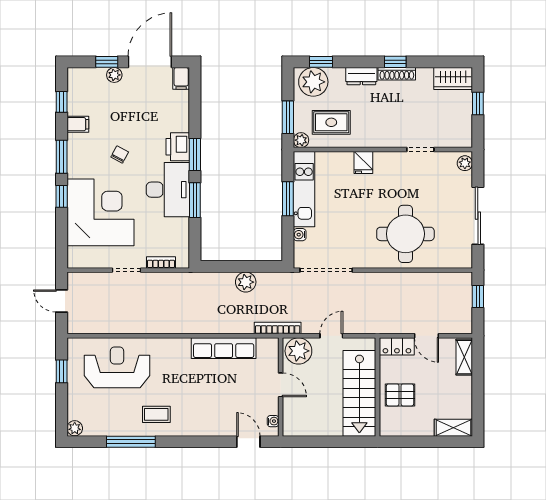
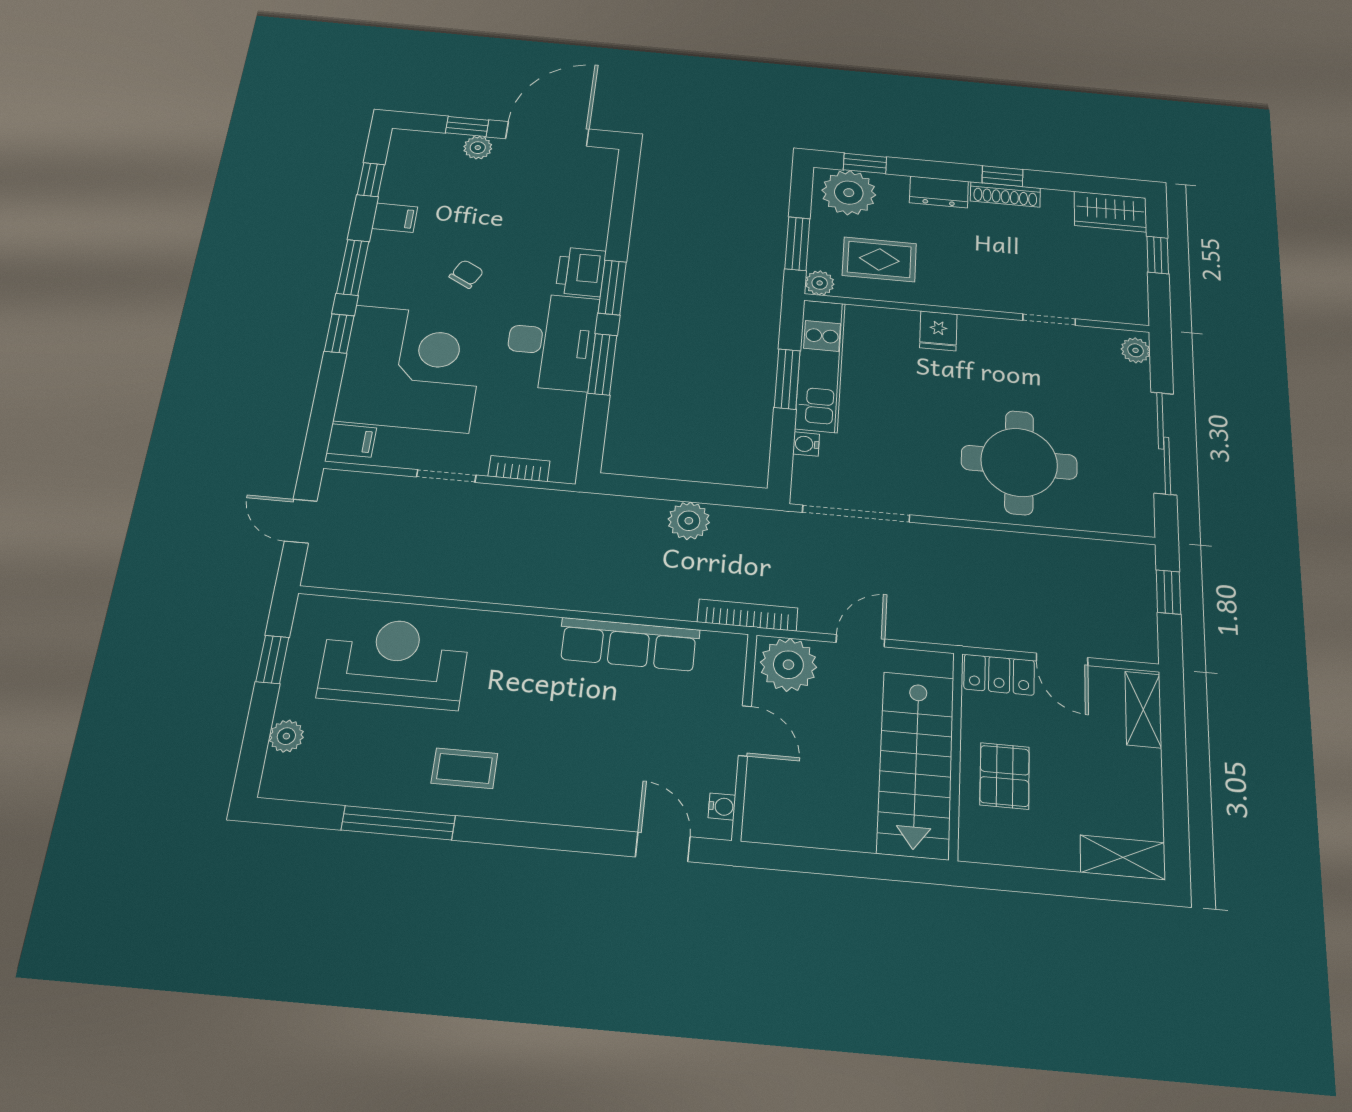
filing cabinet: (181, 78) -> (351, 440), moved, turned -90
pallet: (400, 395) -> (1005, 776), turned 90
plant: (75, 428) -> (286, 736), moved

